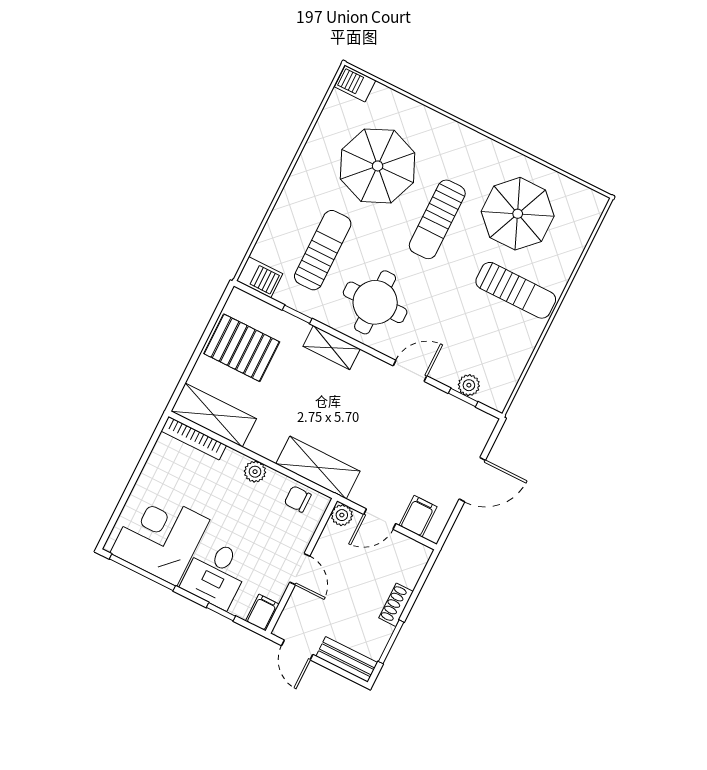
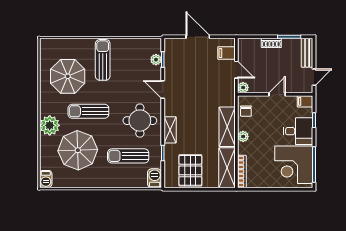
plant: (447, 138) -> (50, 125), added
sun lounger: (437, 219) -> (88, 111), turned 180
shelving: (318, 467) -> (227, 127), moved

